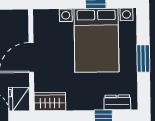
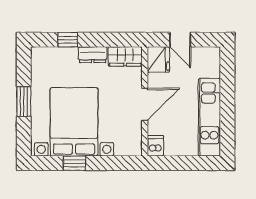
dishwasher: (21, 19) -> (155, 146), added
dresser: (117, 102) -> (93, 55), moved

